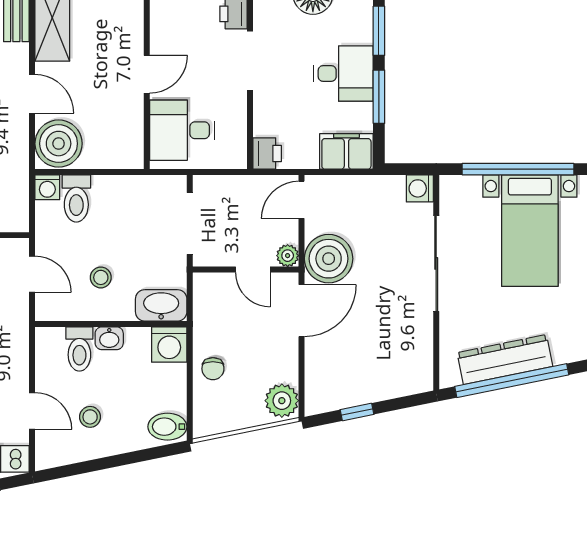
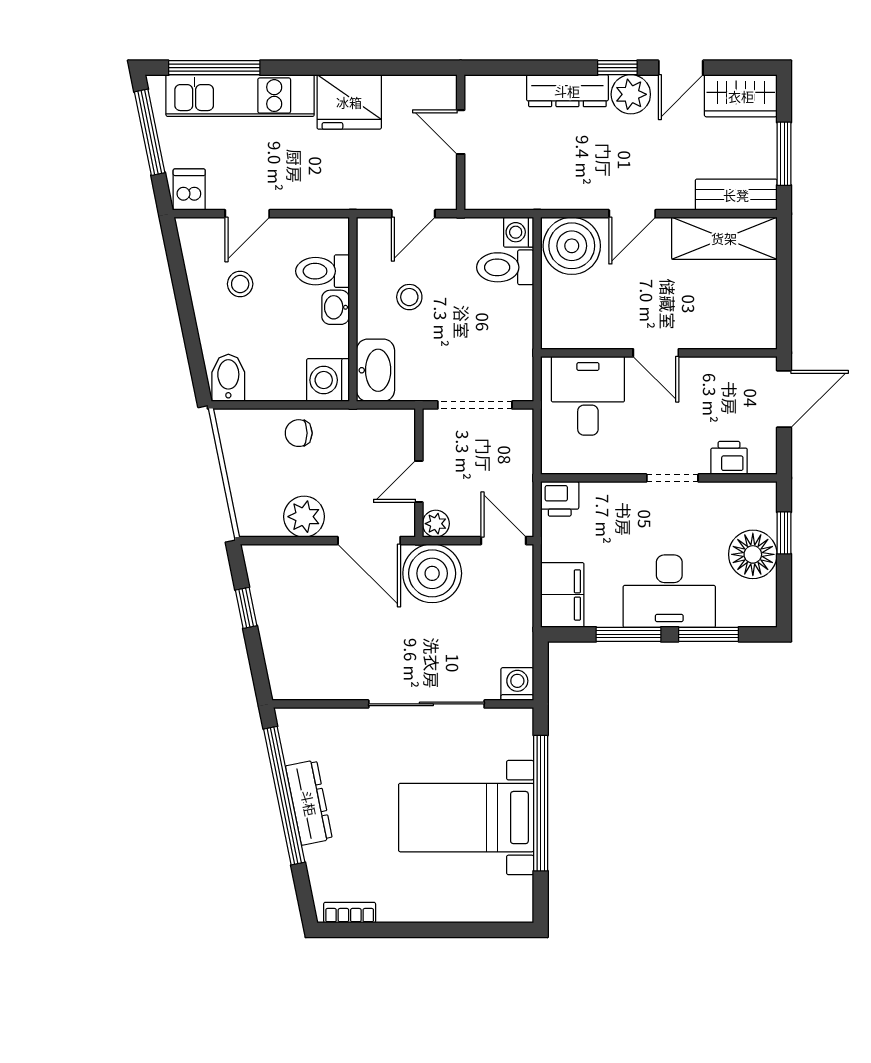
doorway: (250, 61) -> (672, 478), width x0.73
desk: (343, 73) -> (669, 591), width x1.37
dresser: (505, 360) -> (309, 803), width x0.73, depth x0.80
plant: (282, 401) -> (304, 517), moved

